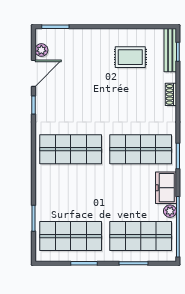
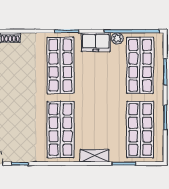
shelving: (42, 187) -> (95, 156), added

